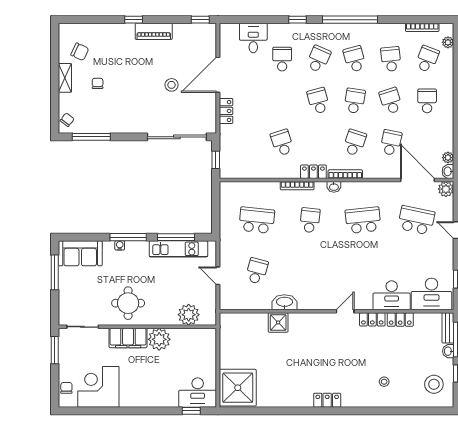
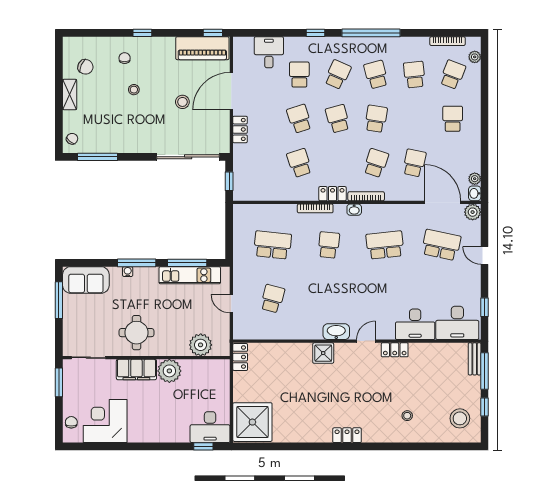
piano: (154, 31) -> (202, 48), moved, width x1.37, depth x1.33
stool: (126, 73) -> (134, 90), added
chair: (98, 83) -> (125, 58), moved
school desk: (391, 101) -> (299, 119), moved
washbasin: (284, 302) -> (336, 332), moved
locker: (400, 320) -> (240, 357), moved, turned -90
shower: (278, 322) -> (323, 353), moved
washbasin: (448, 351) -> (475, 383), removed

